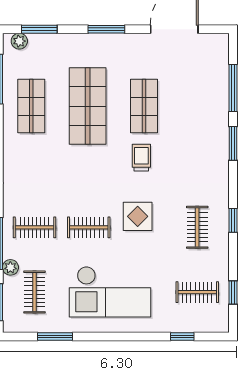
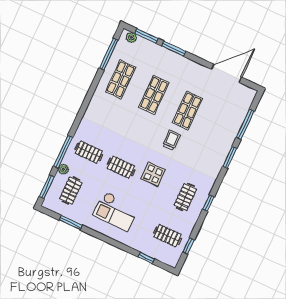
window: (106, 29) -> (174, 49), moved
shop shelf: (88, 106) -> (154, 95), width x0.70, depth x0.74
checkout: (110, 292) -> (116, 211), width x0.73, depth x0.83

